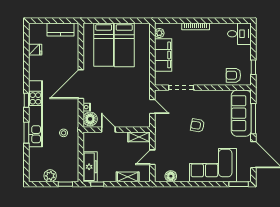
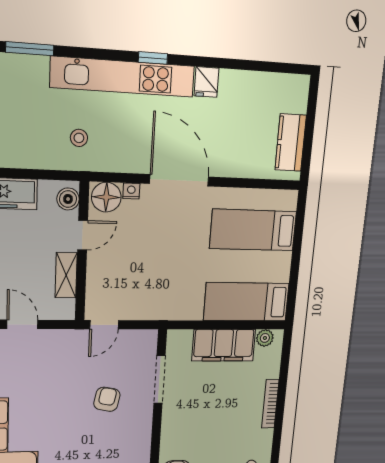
bed: (124, 45) -> (246, 302), moved
fridge: (35, 50) -> (206, 82), moved
door: (152, 107) -> (104, 325), moved
armchair: (197, 125) -> (107, 399), moved
window: (26, 133) -> (30, 49), moved
boiler: (92, 137) -> (68, 199), added
shelving: (139, 137) -> (66, 275), moved

